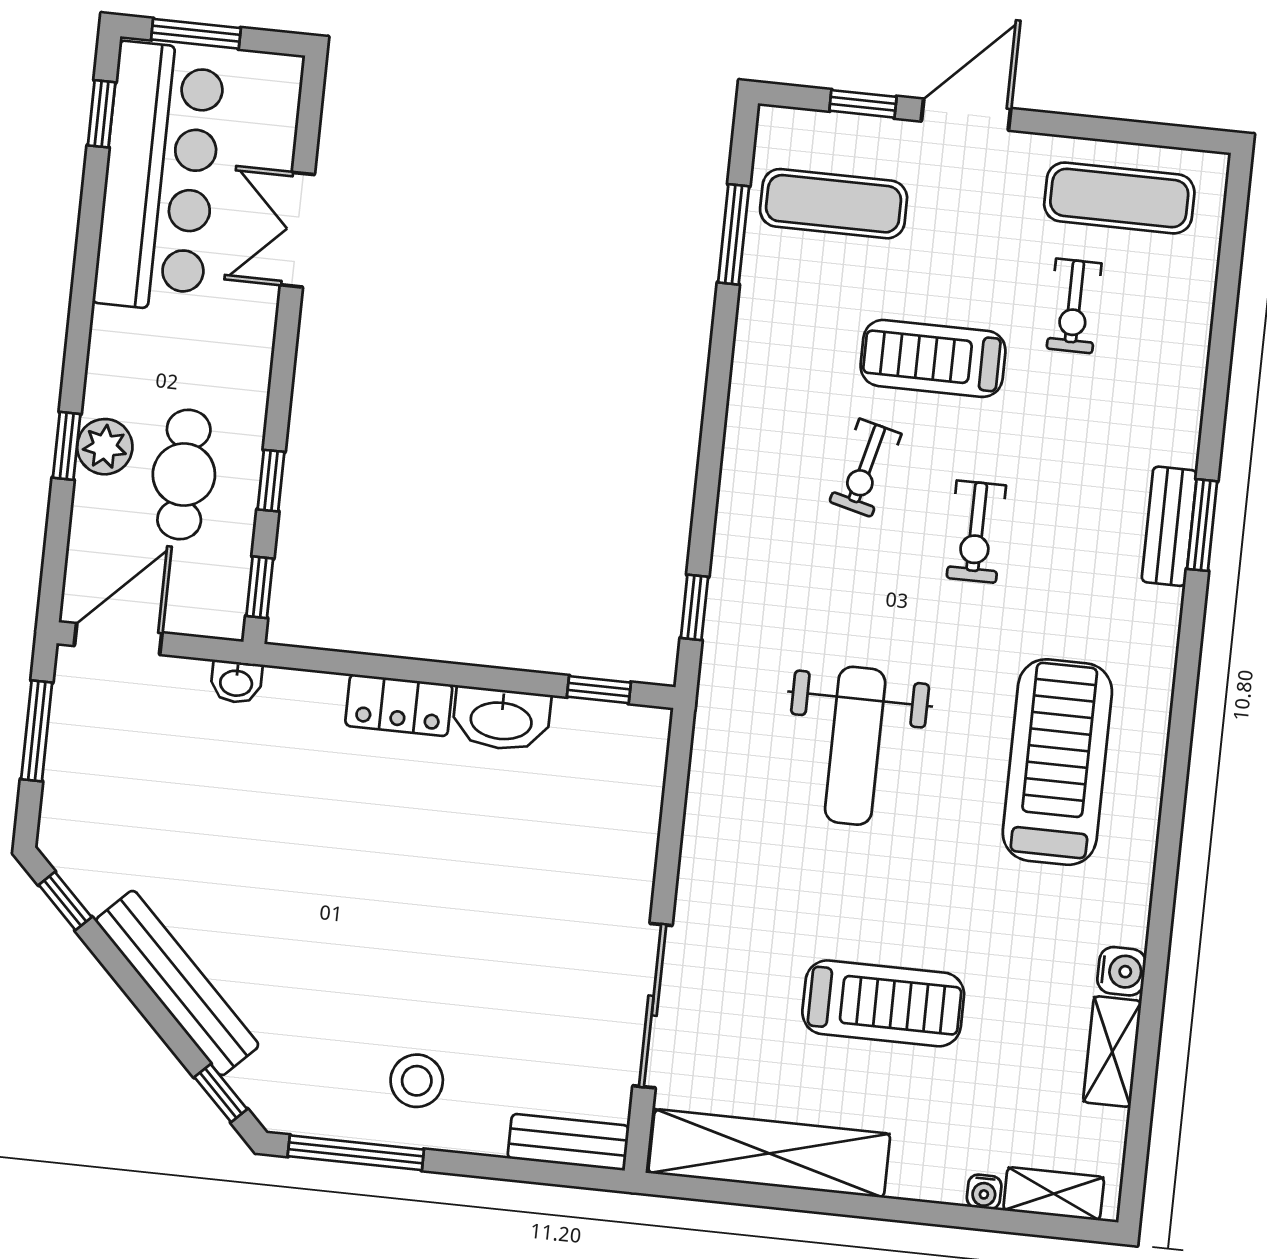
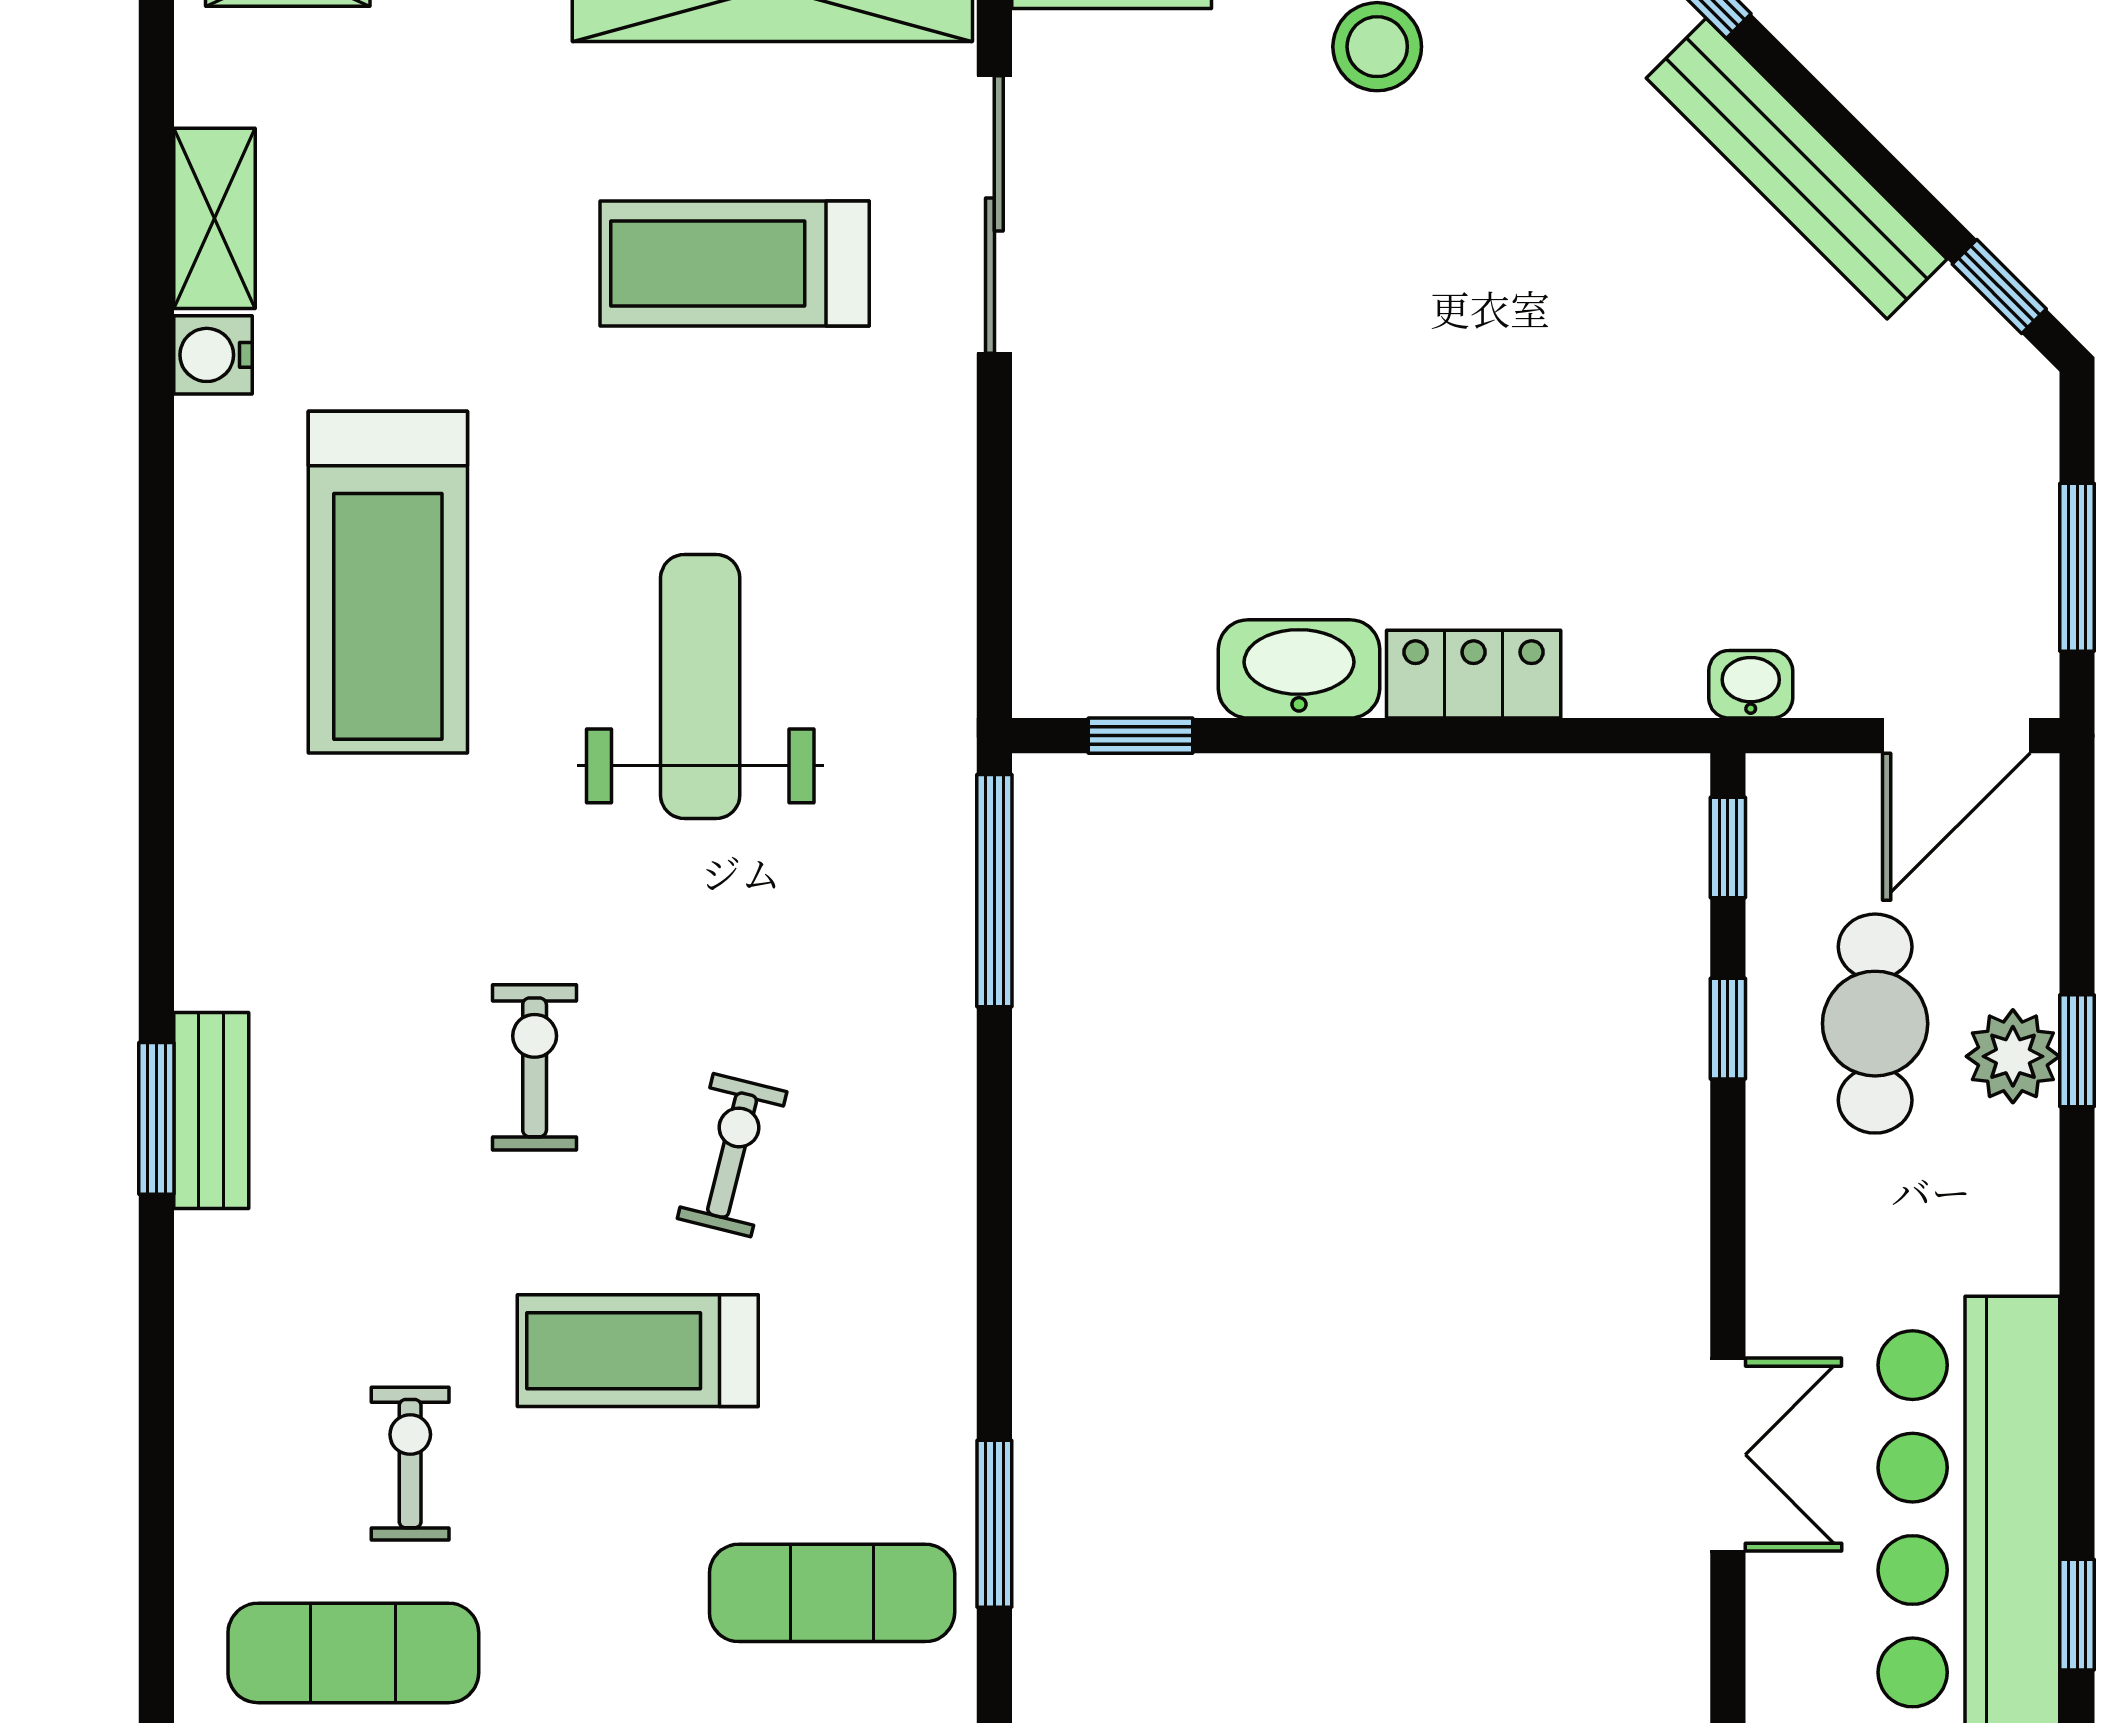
treadmill: (933, 358) -> (638, 1351), turned 180
window: (694, 607) -> (994, 891), width x2.17
treadmill: (1057, 762) -> (388, 582), moved
treadmill: (883, 1003) -> (735, 264), moved

